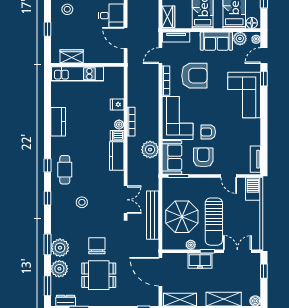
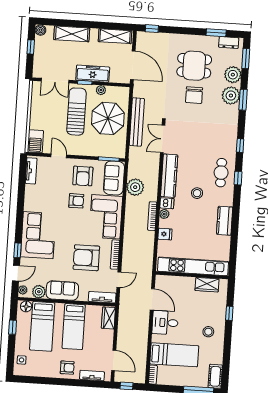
kitchen unit: (77, 74) -> (193, 266), width x1.36
kitchen counter: (117, 156) -> (169, 176), width x1.50
stool: (82, 202) -> (197, 193), moved
freezer: (200, 261) -> (93, 74), width x1.40
window: (264, 271) -> (31, 47), moved

